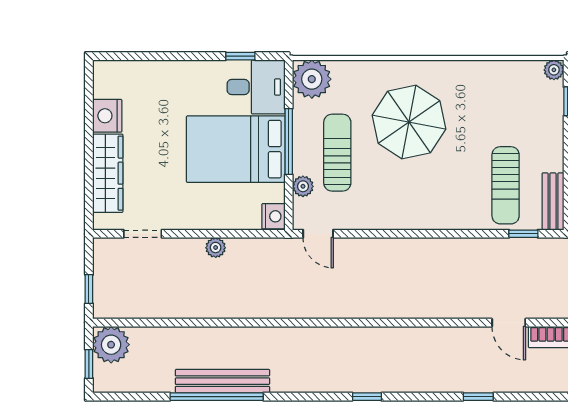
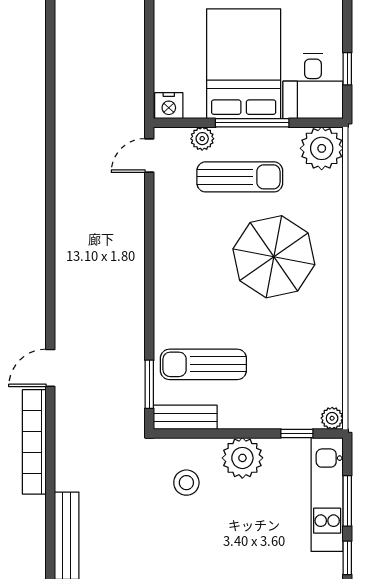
window: (523, 234) -> (149, 384), width x1.50
plant: (216, 248) -> (134, 41), removed

